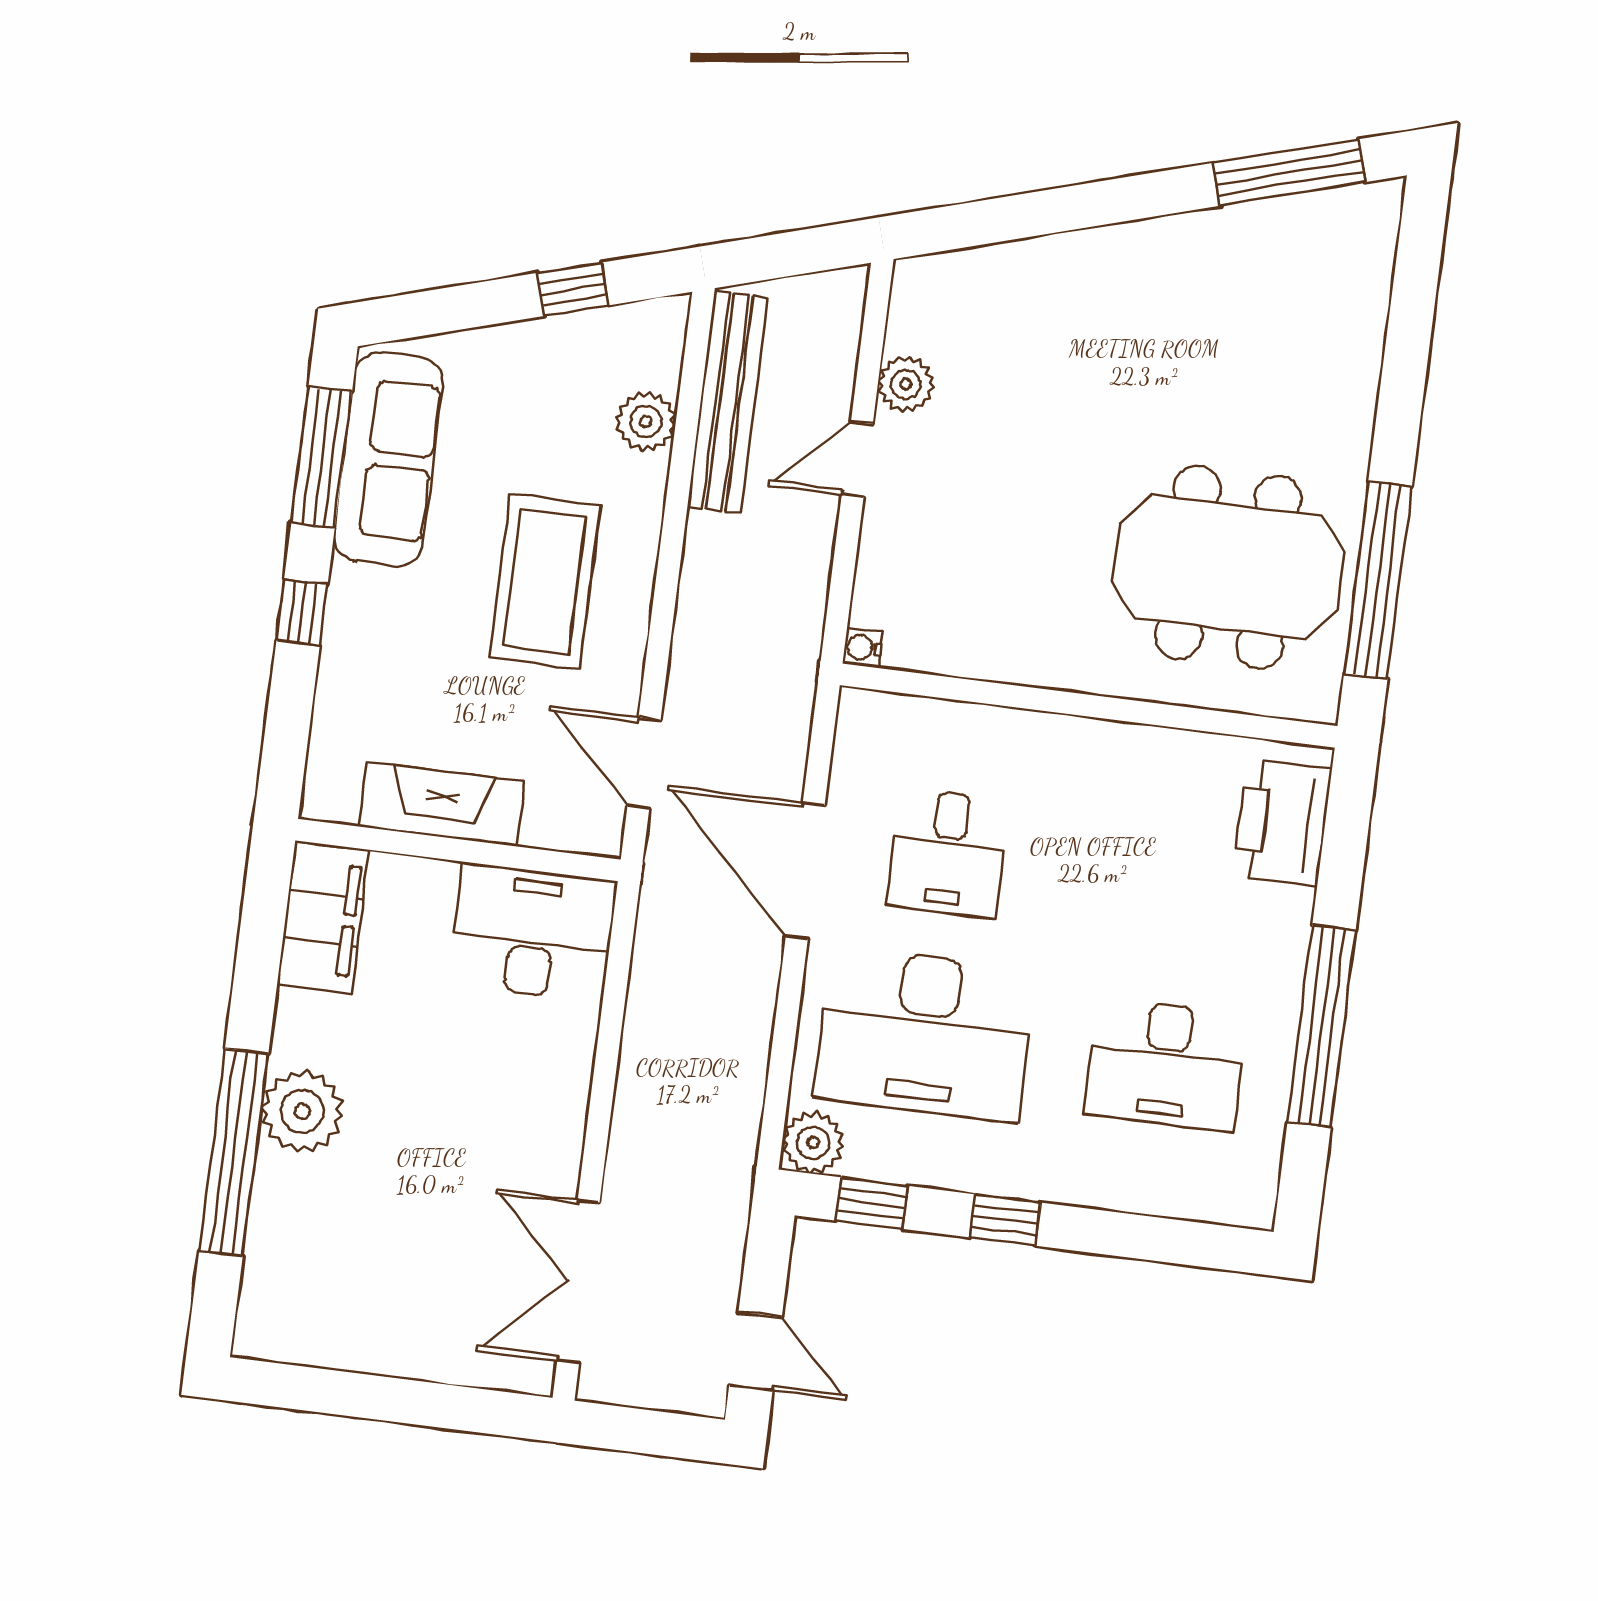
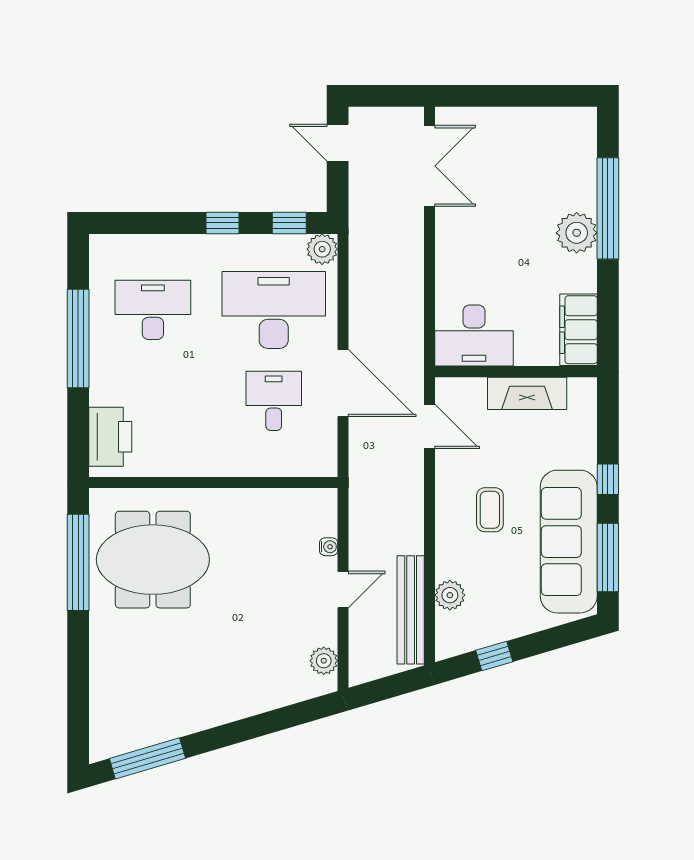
plant: (906, 384) -> (324, 661), moved
sofa: (388, 459) -> (569, 542), width x1.36, depth x1.27
coffee table: (545, 581) -> (490, 510), width x0.54, depth x0.58
water cooler: (863, 648) -> (329, 547), moved

